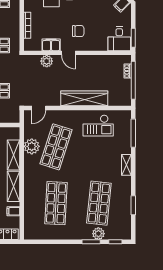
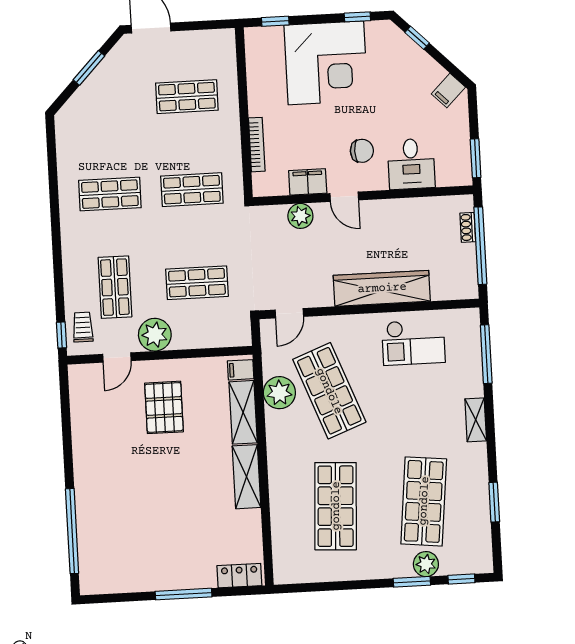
desk: (119, 39) -> (411, 164), moved
shop shelf: (56, 147) -> (329, 391), turned -39
filing cabinet: (13, 211) -> (241, 370), moved

